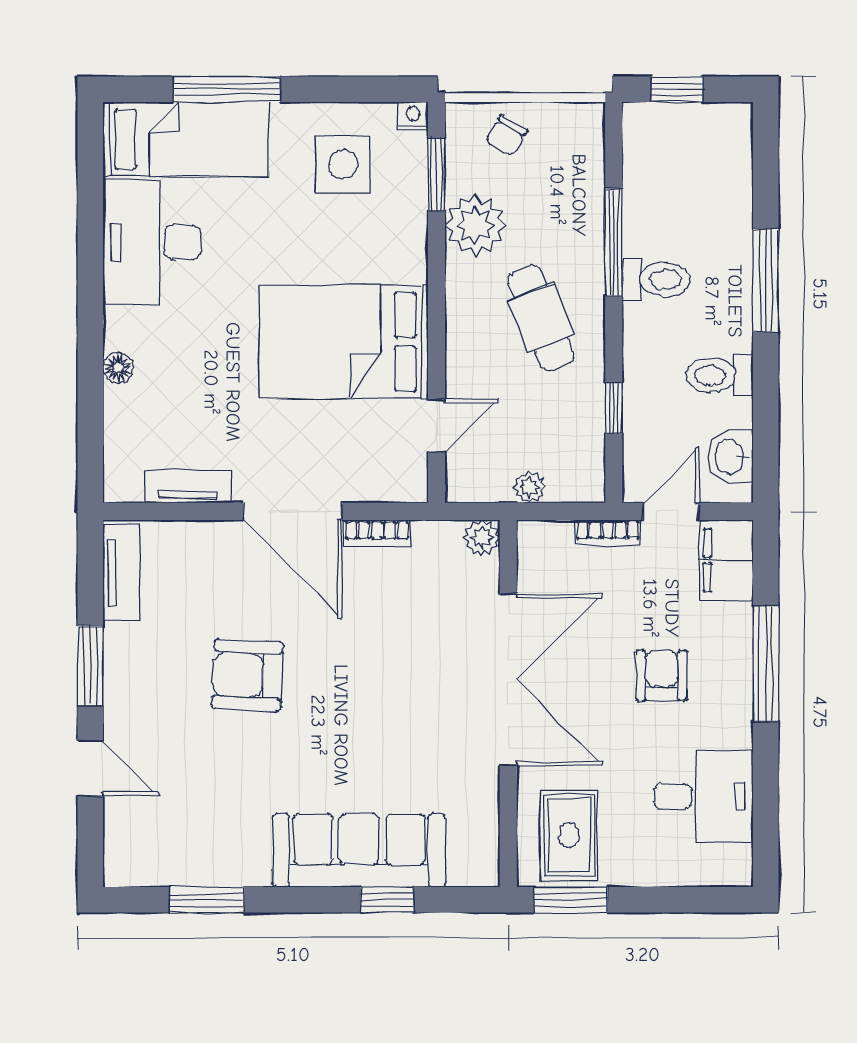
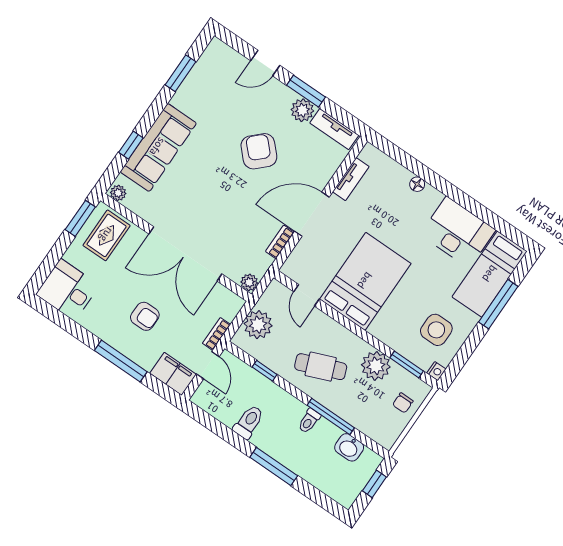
chair: (506, 136) -> (403, 403), turned -120
toilet: (656, 280) -> (309, 421), width x0.73, depth x0.72
washbasin: (730, 457) -> (349, 447), moved, turned 180
plant: (529, 487) -> (258, 325), width x1.87, depth x1.87
plant: (127, 649) -> (302, 110), added
armchair: (248, 675) -> (259, 151), turned -47
desk: (703, 796) -> (68, 290), moved, turned 90
rug: (569, 835) -> (107, 235), turned 90
plant: (483, 865) -> (118, 193), added

